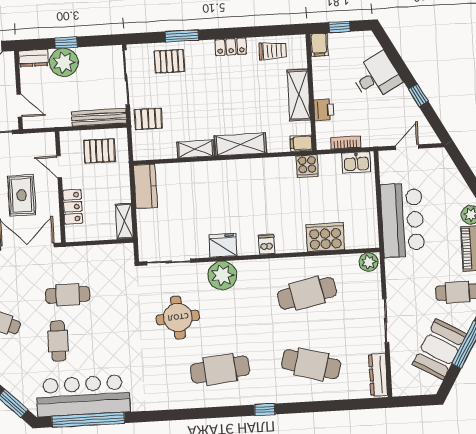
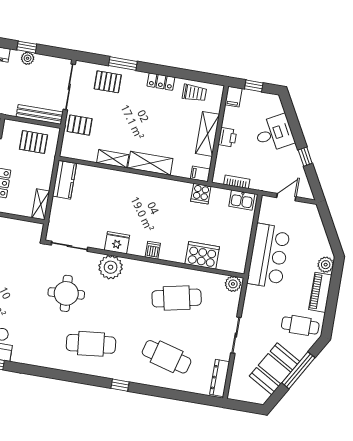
plant: (64, 62) -> (28, 58), width x0.53, depth x0.53
printer: (324, 110) -> (227, 137), moved

